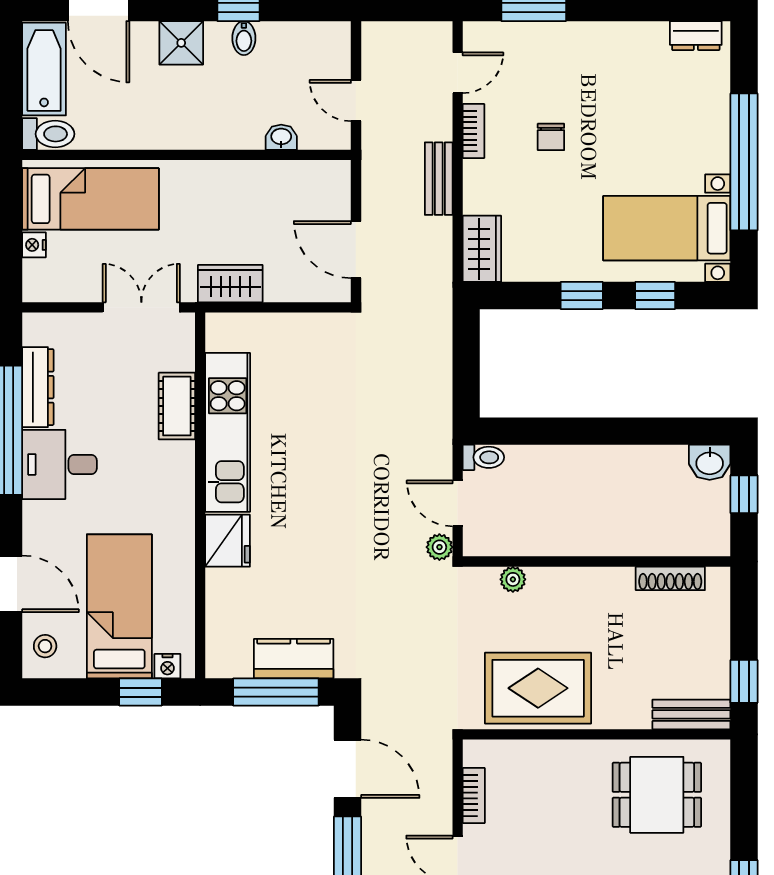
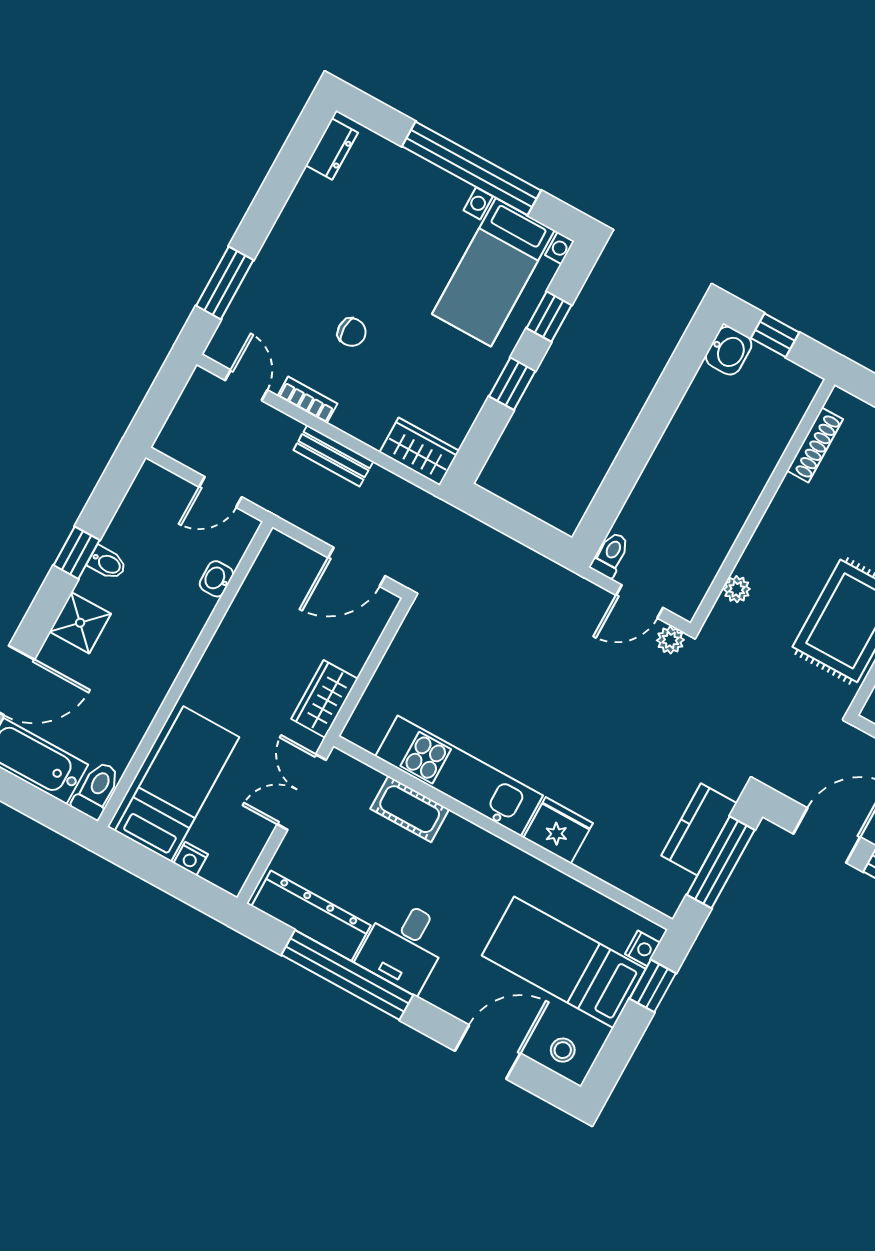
dresser: (38, 387) -> (311, 916), width x1.37, depth x1.24

